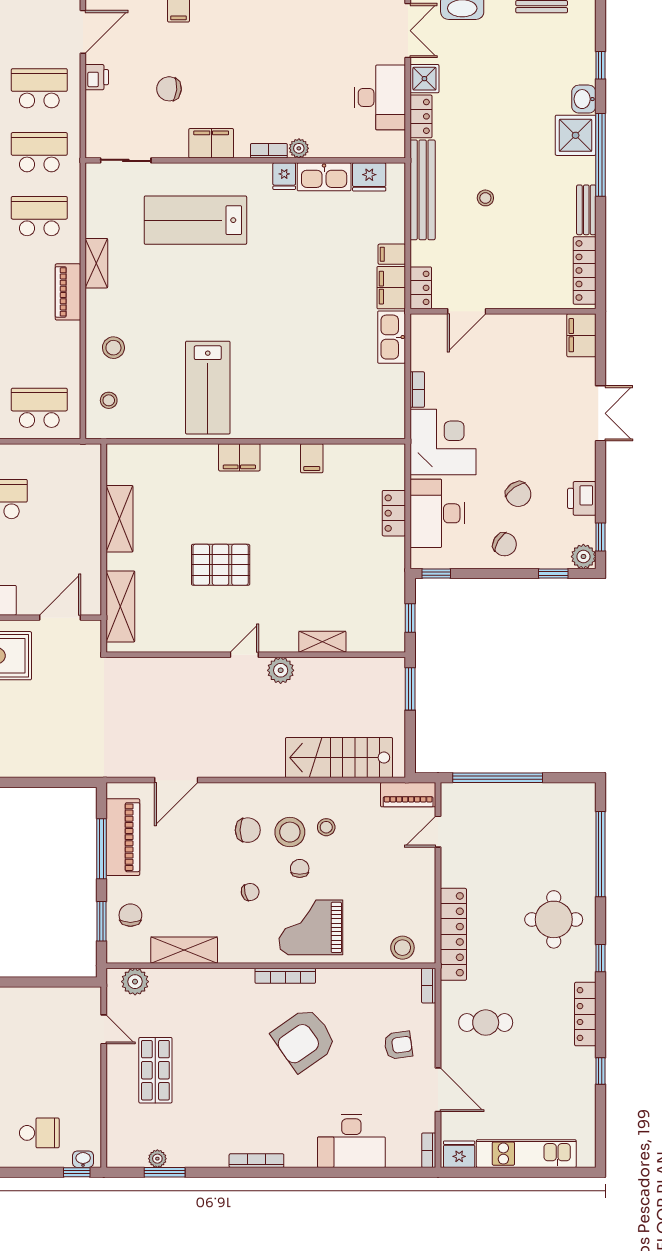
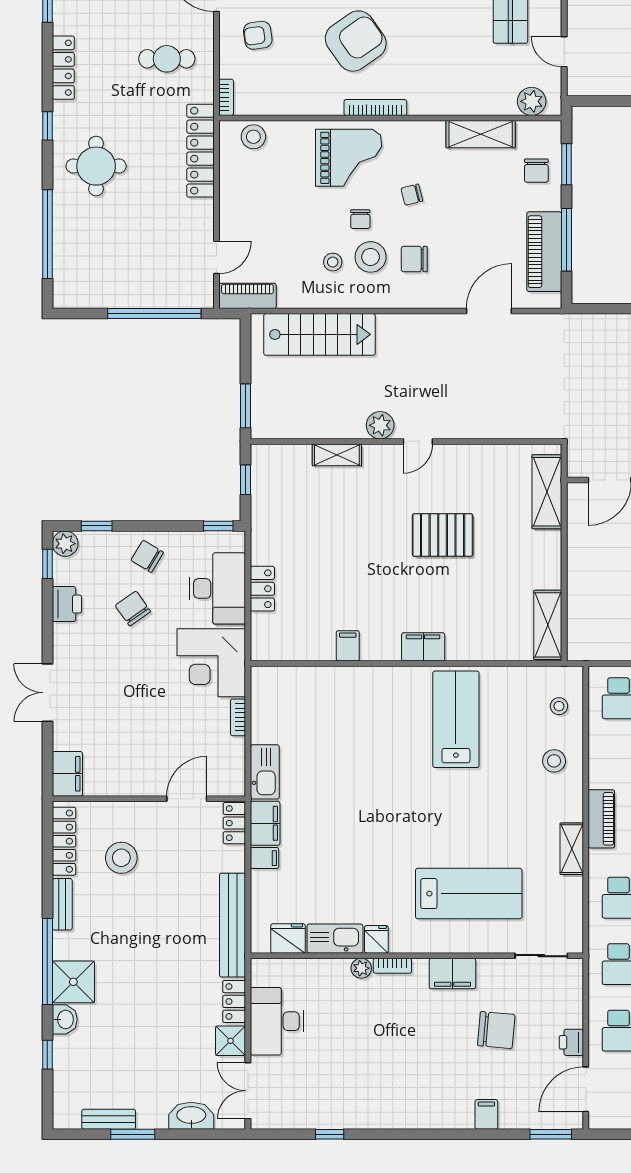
chair: (169, 89) -> (496, 1030), width x1.37, depth x1.37
stool: (485, 198) -> (121, 858), moved, width x1.89, depth x1.89
shelving: (119, 519) -> (548, 625), moved

